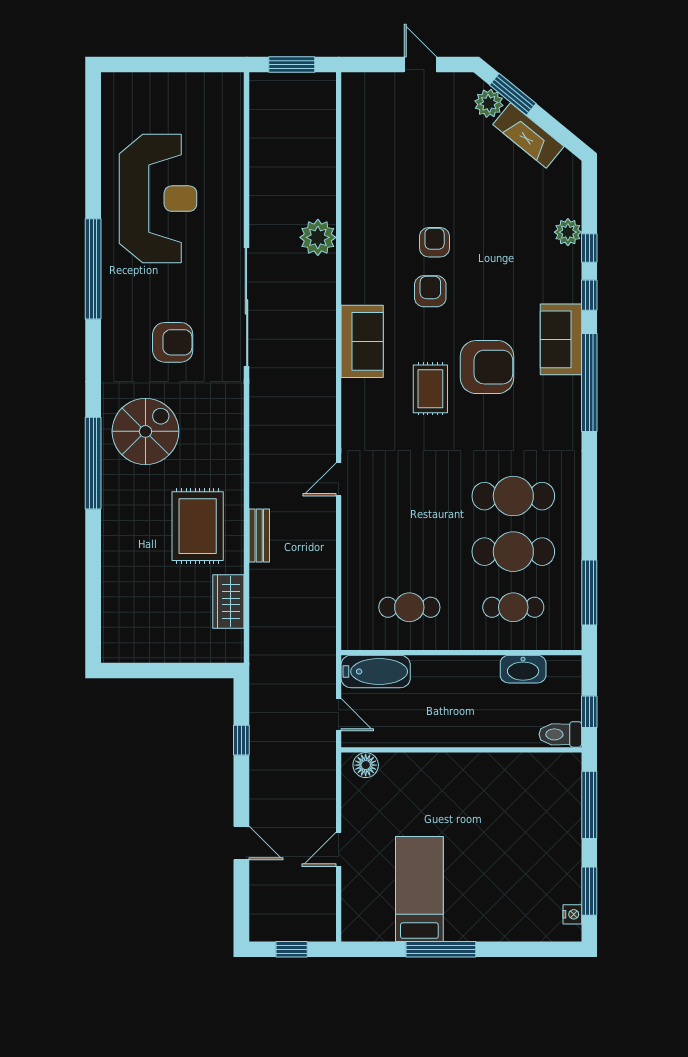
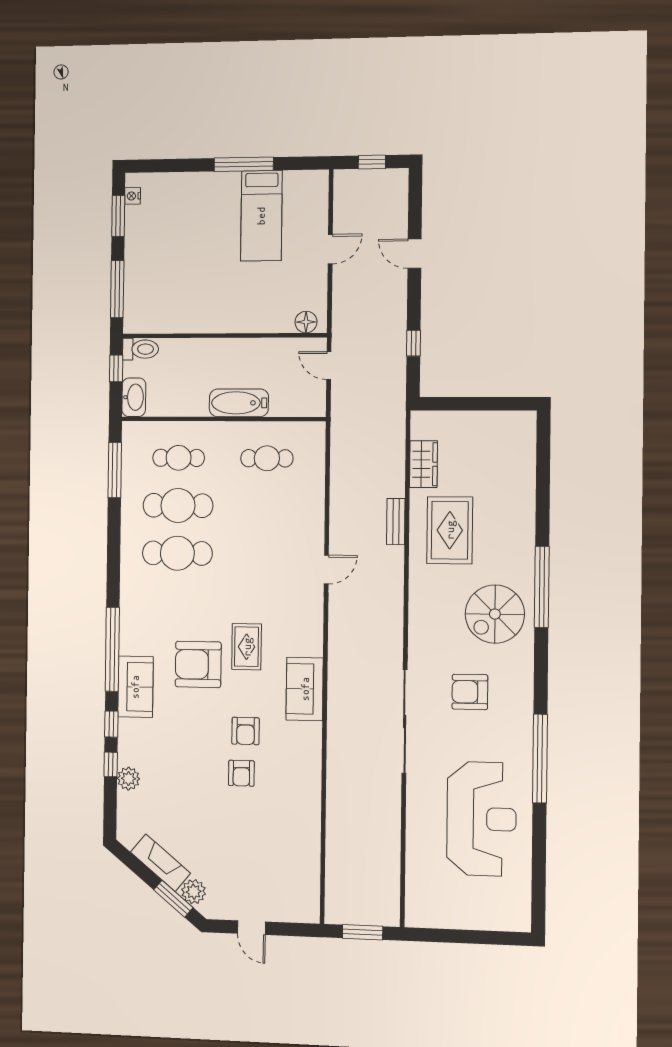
reception desk: (158, 199) -> (481, 819), turned 180
plant: (318, 237) -> (342, 780), removed
washbasin: (523, 669) -> (134, 397), moved, turned 90
bathtub: (376, 671) -> (239, 403), moved

